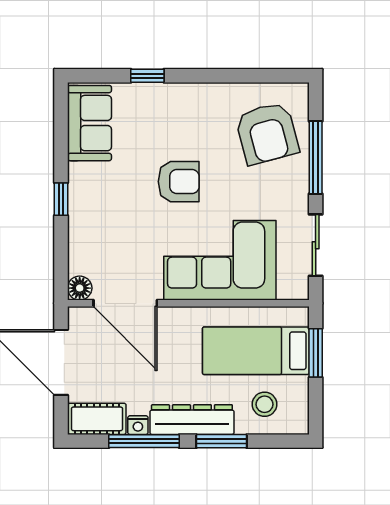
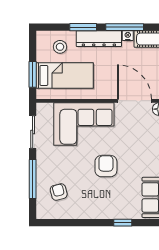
armchair: (267, 133) -> (59, 192), width x0.53, depth x0.53
armchair: (179, 182) -> (106, 166), turned 90

